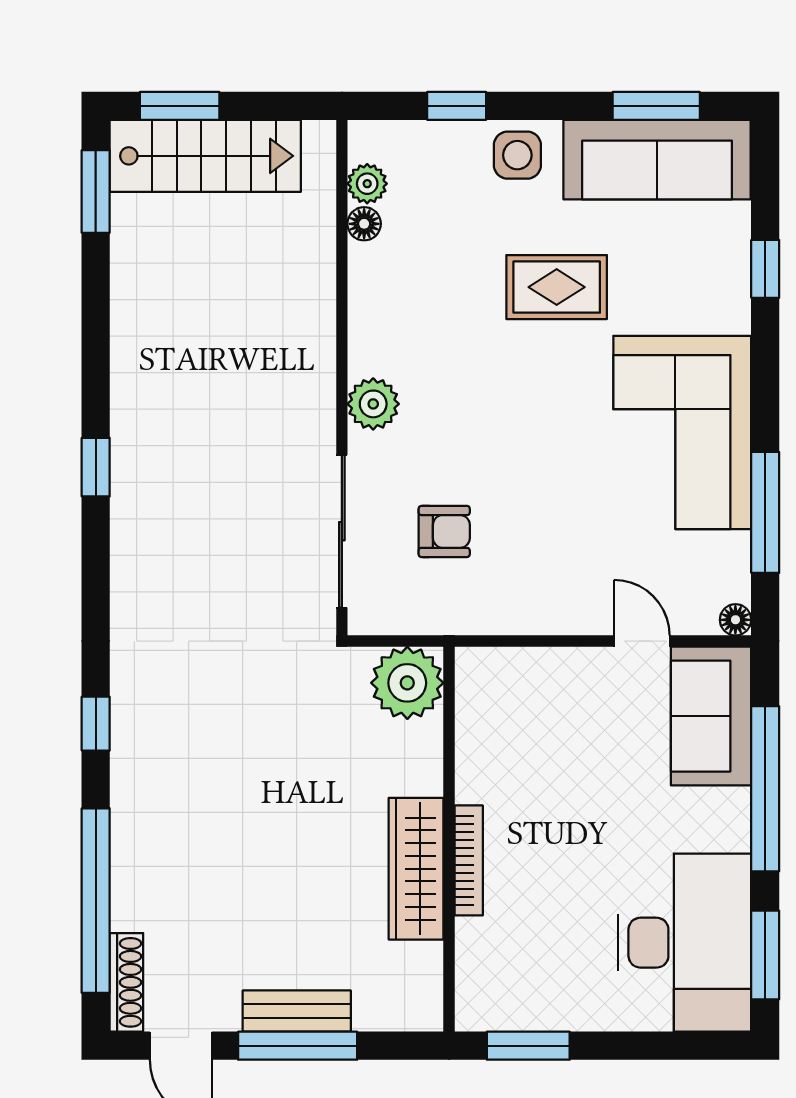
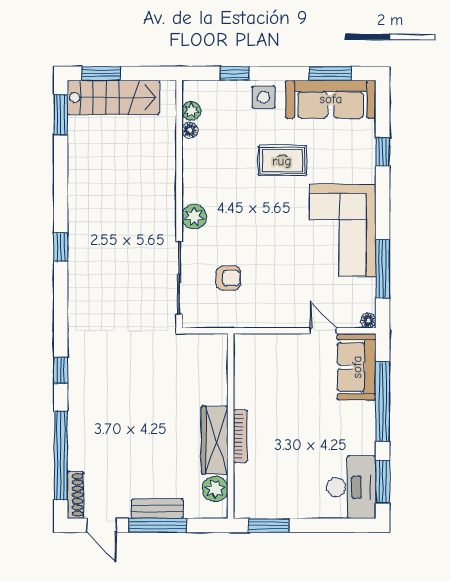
plant: (407, 683) -> (215, 489), moved, width x0.73, depth x0.73
desk: (684, 943) -> (351, 487), width x0.73, depth x0.77

